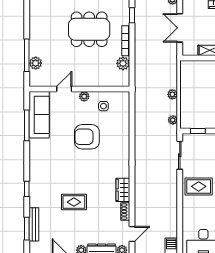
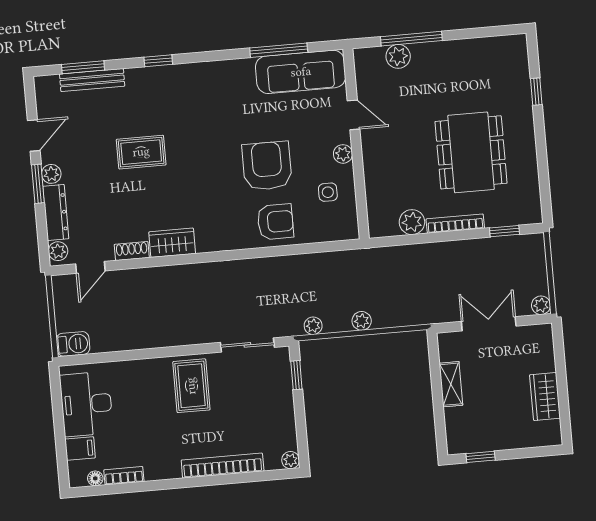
armchair: (117, 135) -> (275, 222), added
rug: (74, 202) -> (141, 152), turned 90
door: (132, 234) -> (90, 267), hinge flipped

